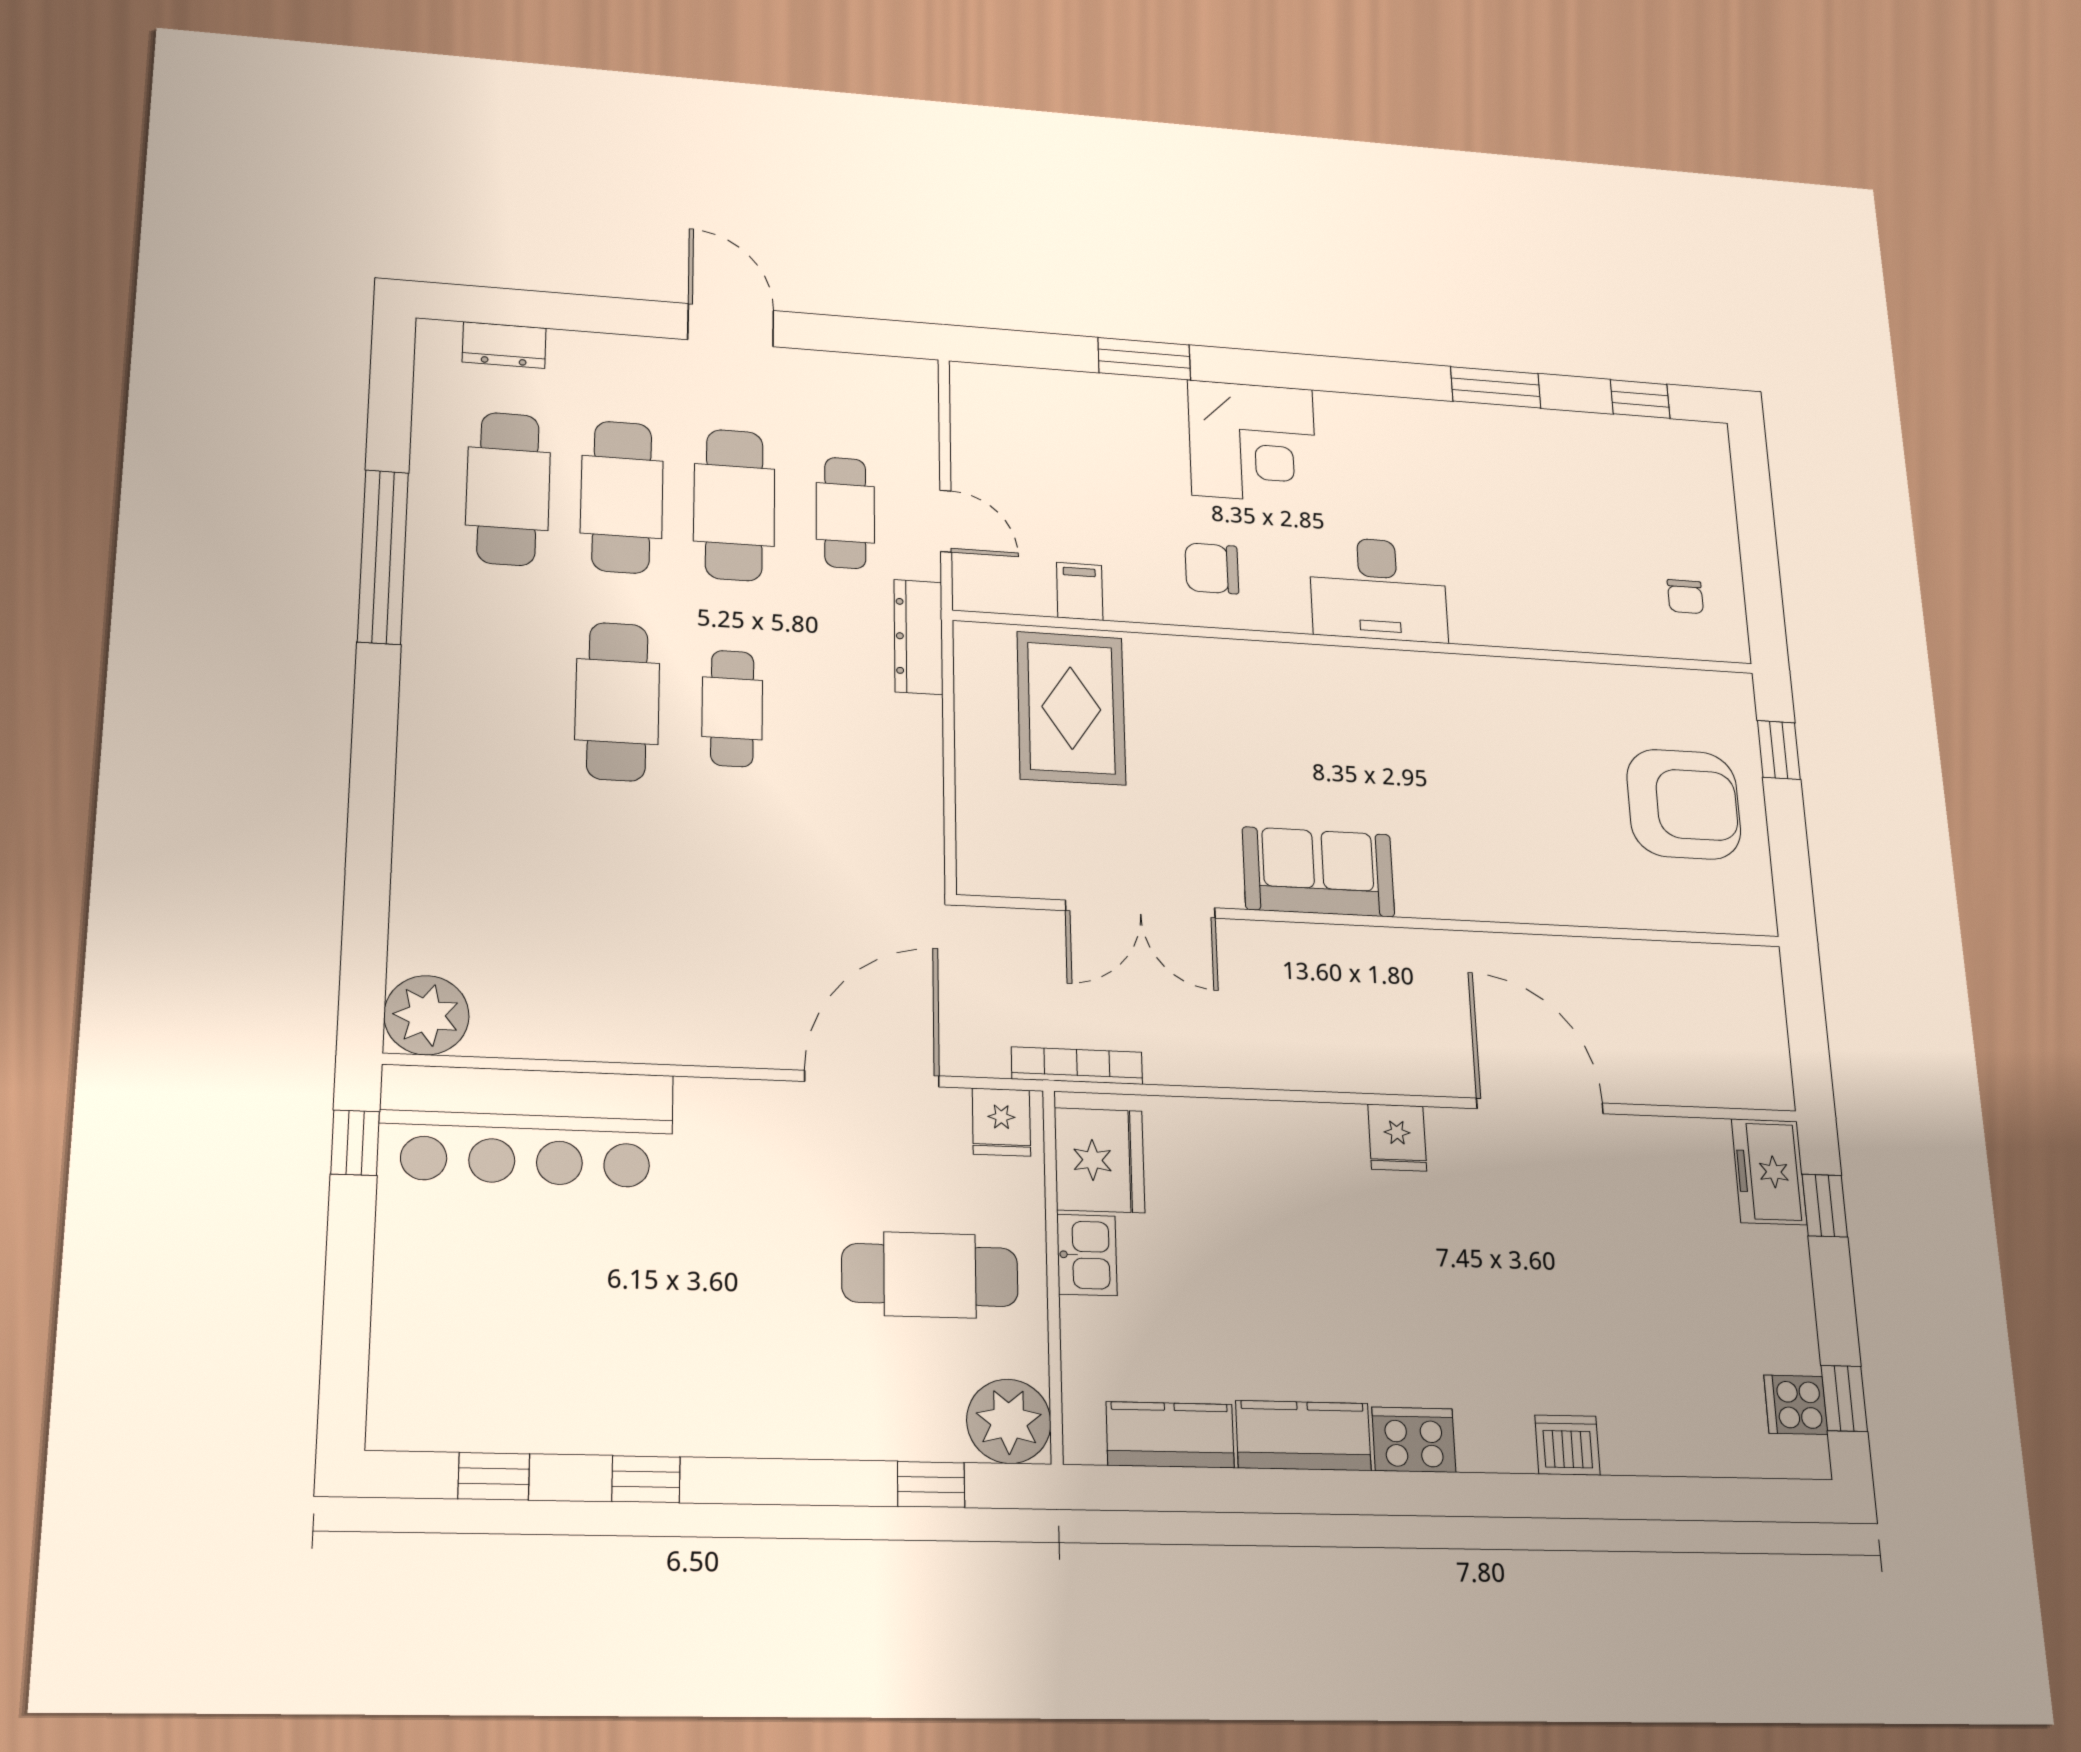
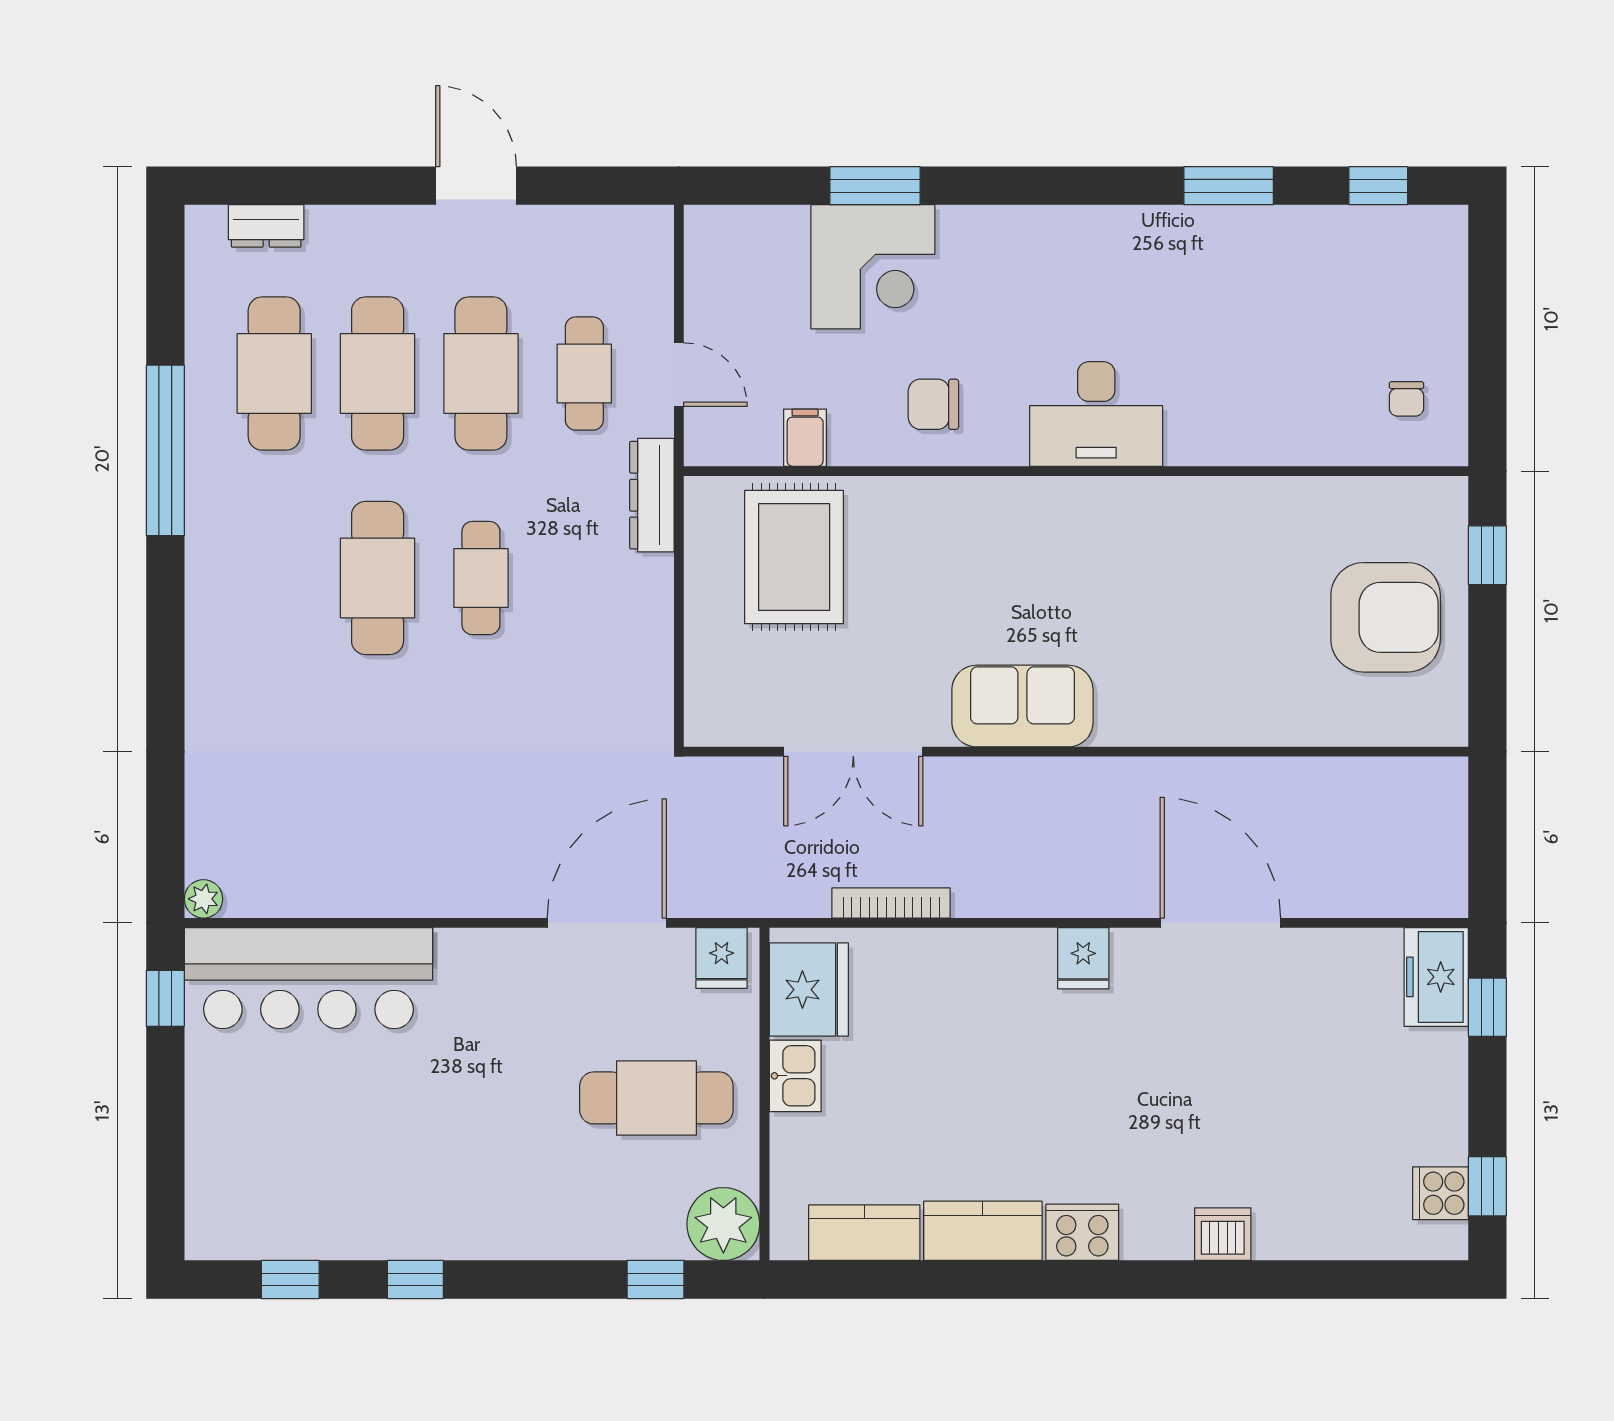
corner desk: (1252, 442) -> (873, 267), moved
plant: (426, 1015) -> (203, 899), width x0.53, depth x0.53
bookcase: (1077, 1066) -> (891, 903), moved

